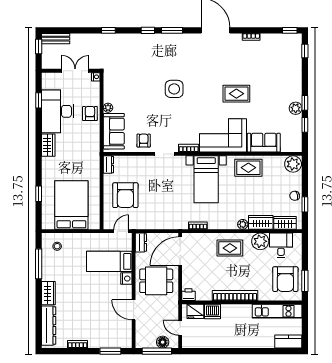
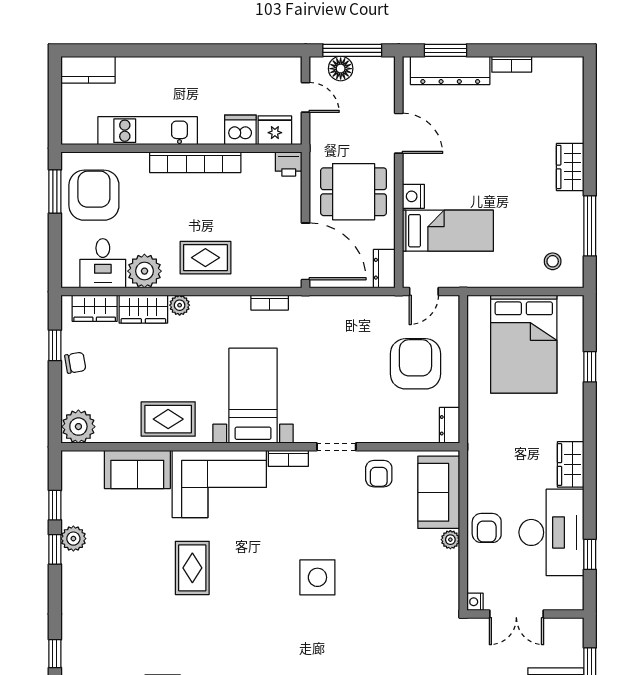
rug: (236, 94) -> (192, 568), turned 90
door: (180, 251) -> (306, 251), hinge flipped
kitchen unit: (277, 311) -> (148, 131), moved
dresser: (49, 326) -> (450, 70), moved, turned -90

